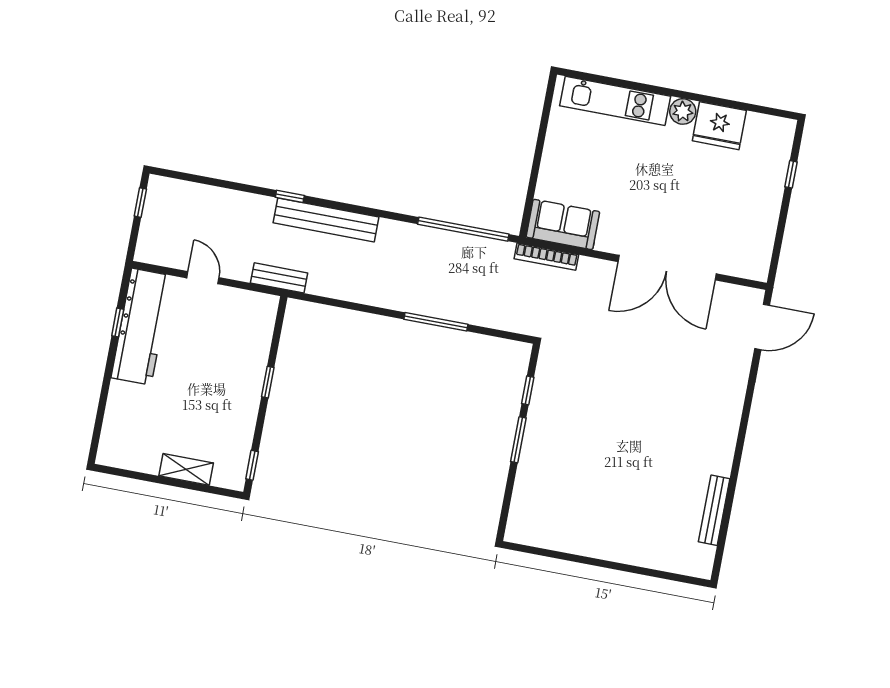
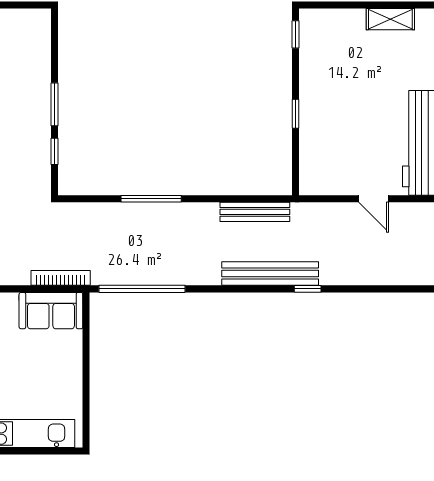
bench: (279, 278) -> (255, 212), moved, width x1.36
shelving: (186, 469) -> (390, 19), moved

